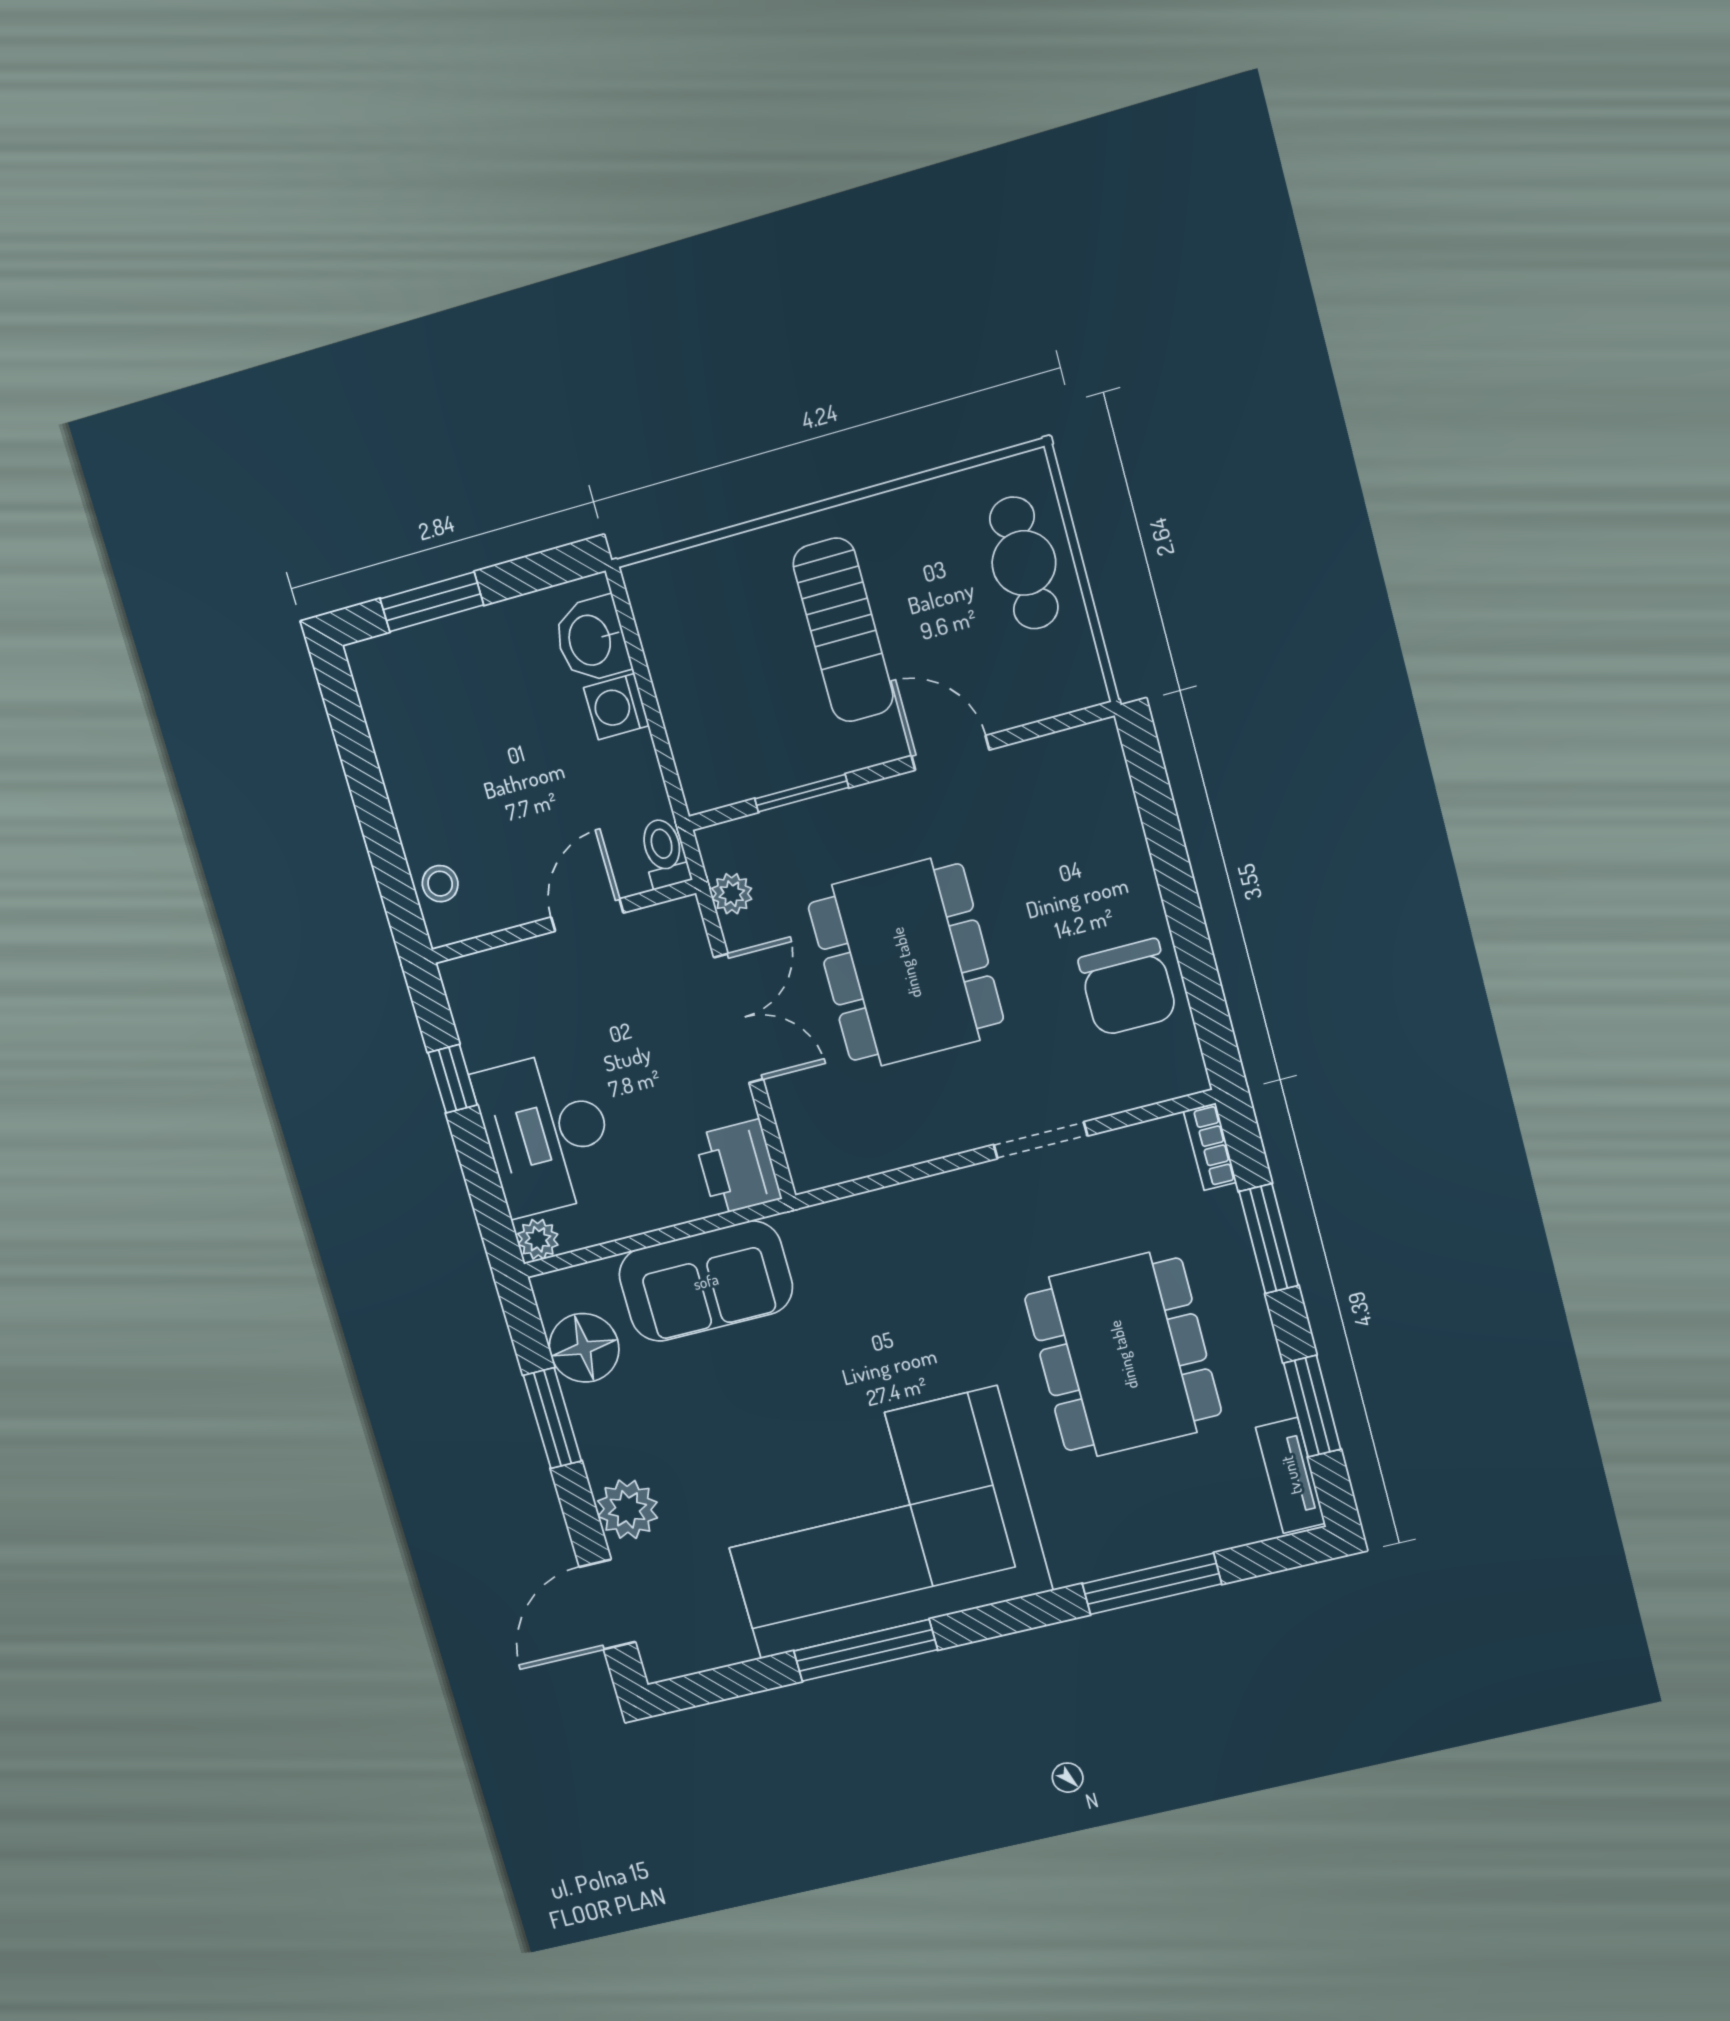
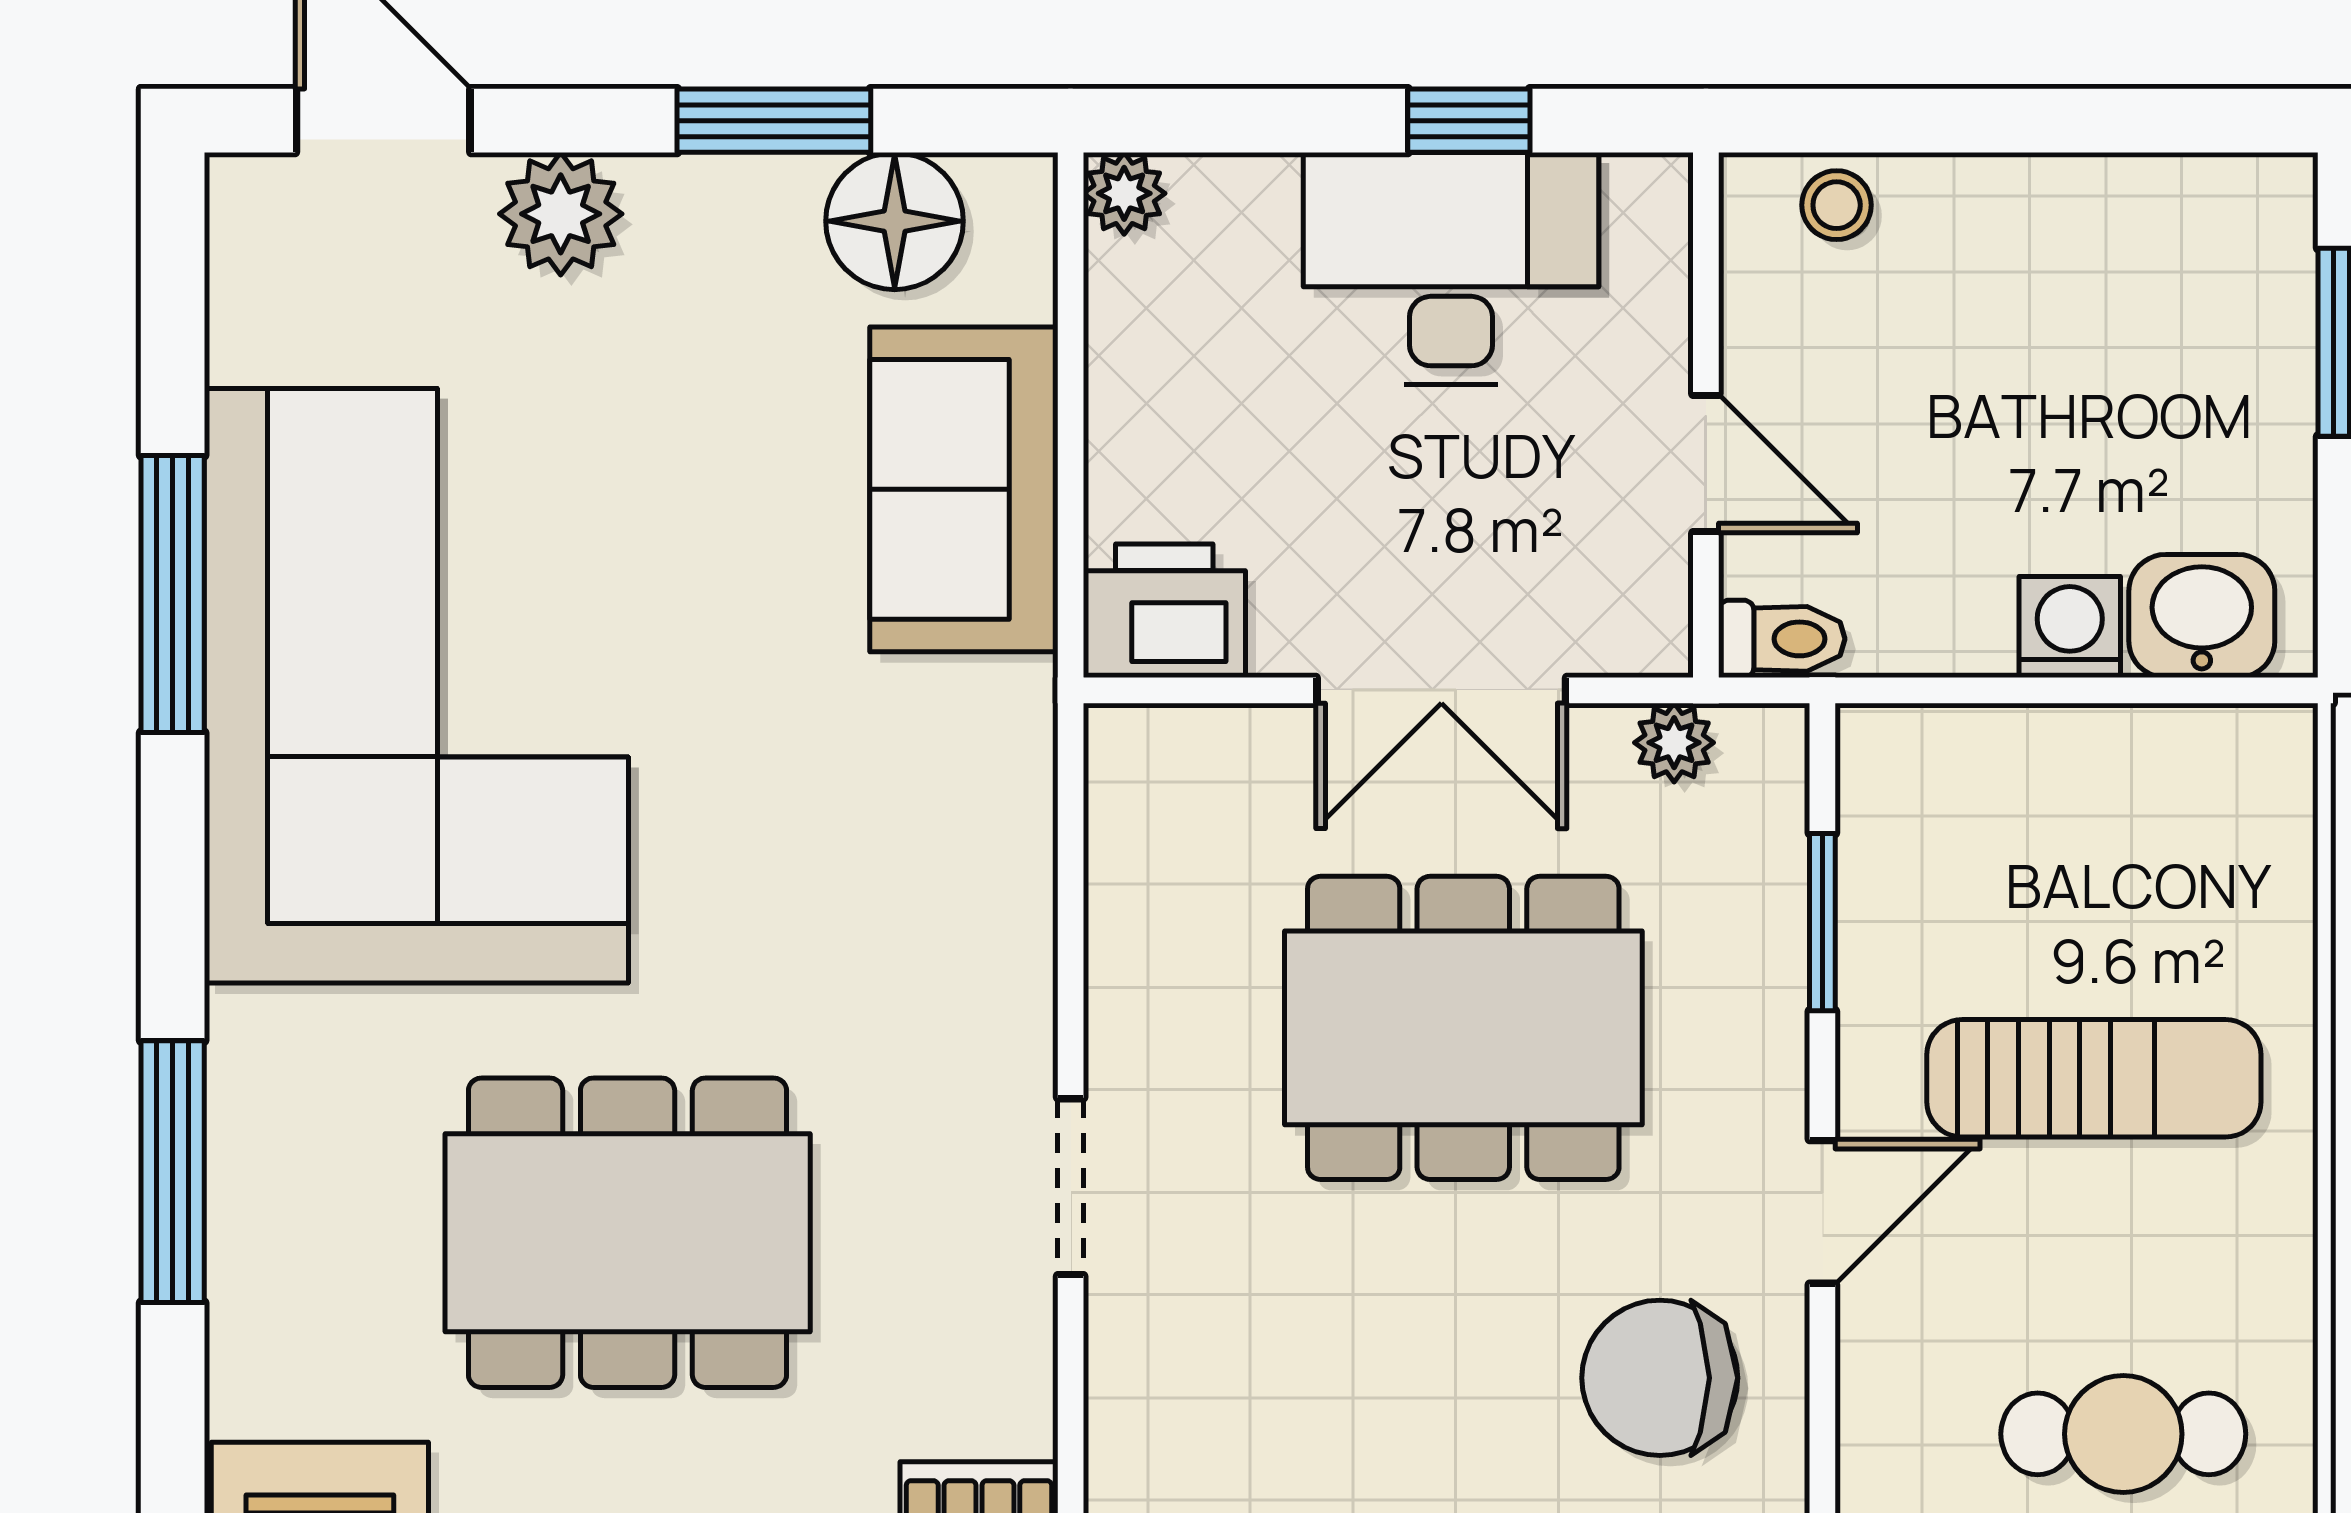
sun lounger: (843, 630) -> (2094, 1078), turned 180
chair: (1128, 988) -> (1660, 1378), moved
desk: (546, 1133) -> (1451, 268), moved

